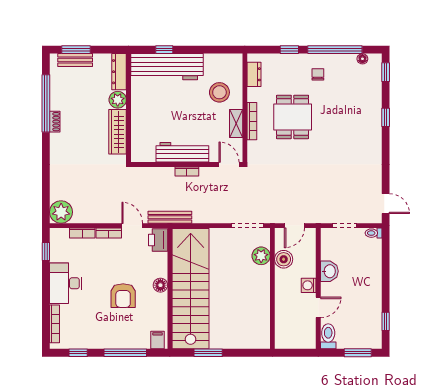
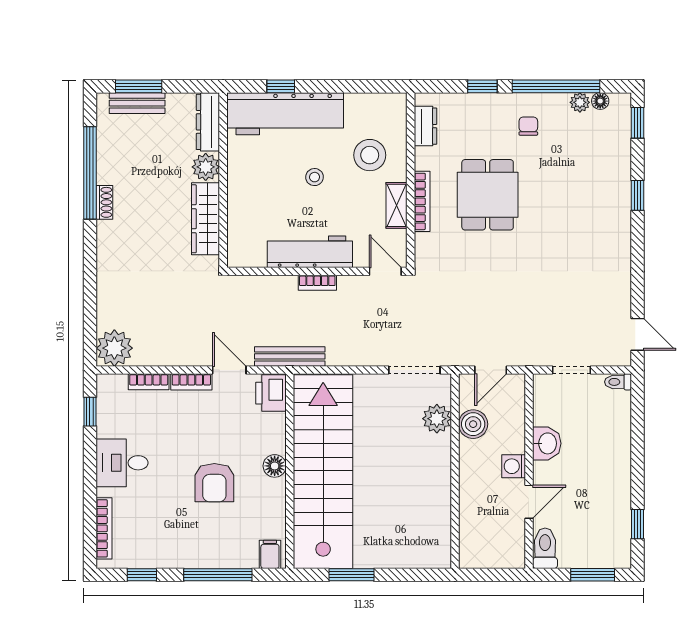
plant: (350, 60) -> (580, 102), added
stool: (185, 106) -> (315, 177), added
desk: (66, 283) -> (122, 463), width x0.73

